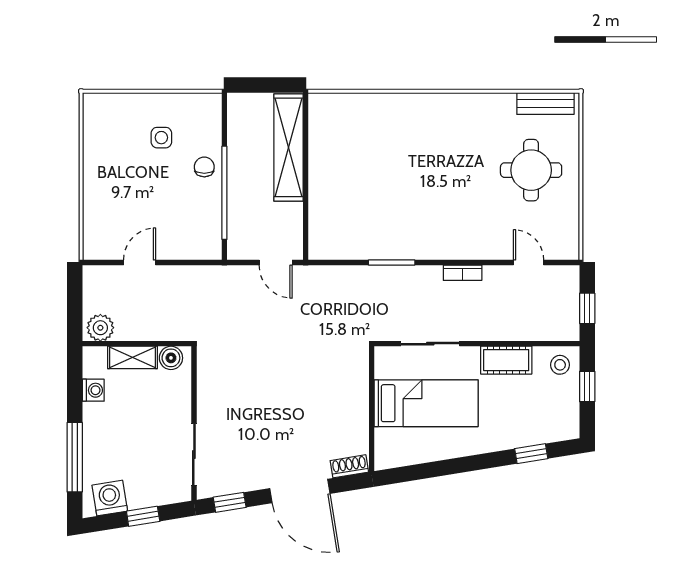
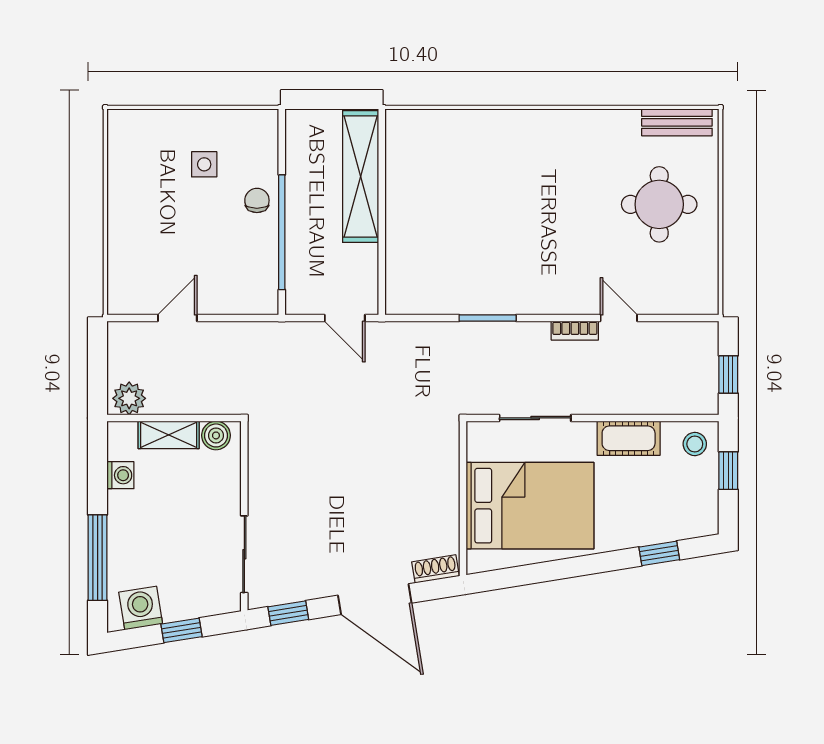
door: (529, 263) -> (619, 318), moved
bed: (426, 403) -> (530, 506), width x1.50

